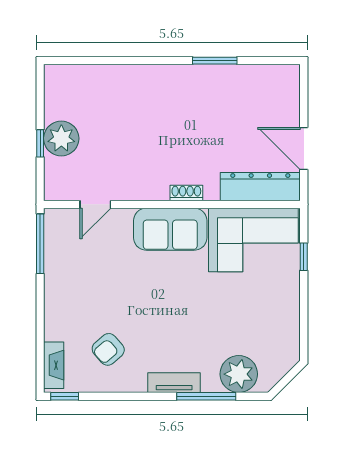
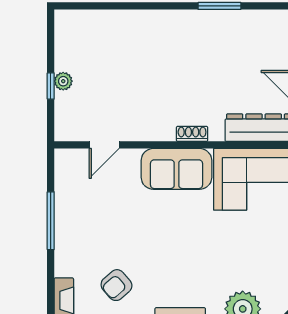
plant: (61, 138) -> (63, 81), width x0.53, depth x0.53
window: (40, 244) -> (51, 221), moved

